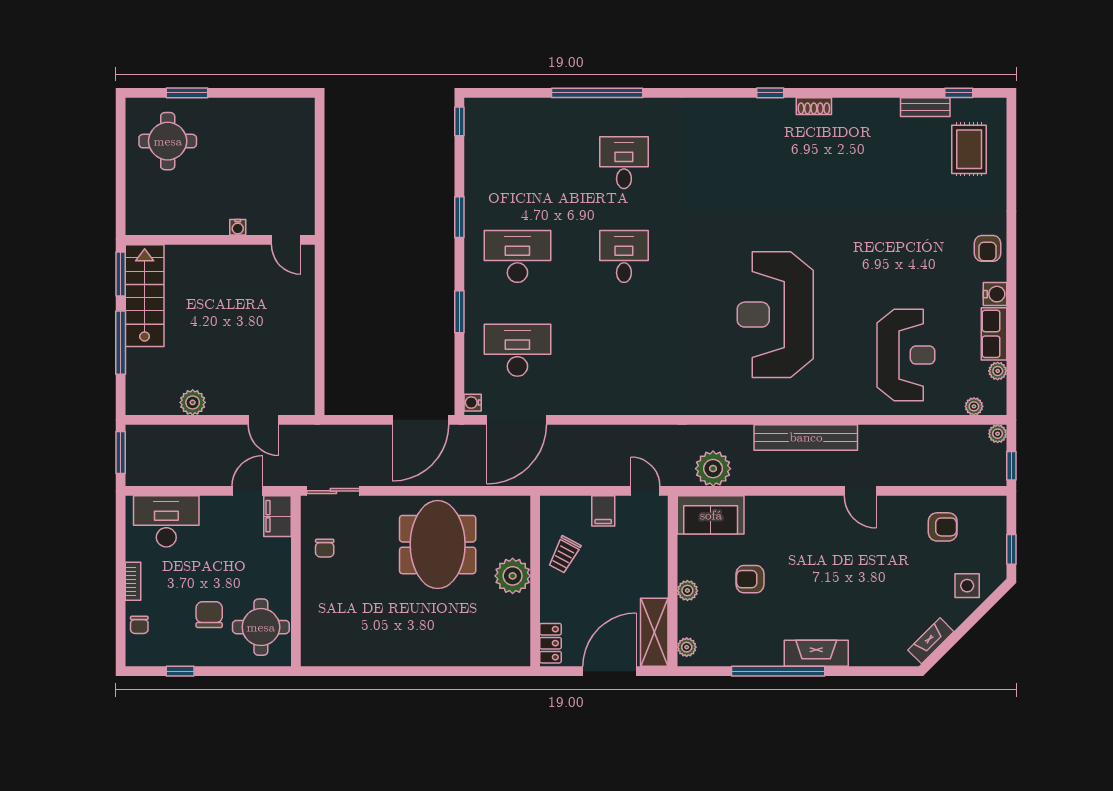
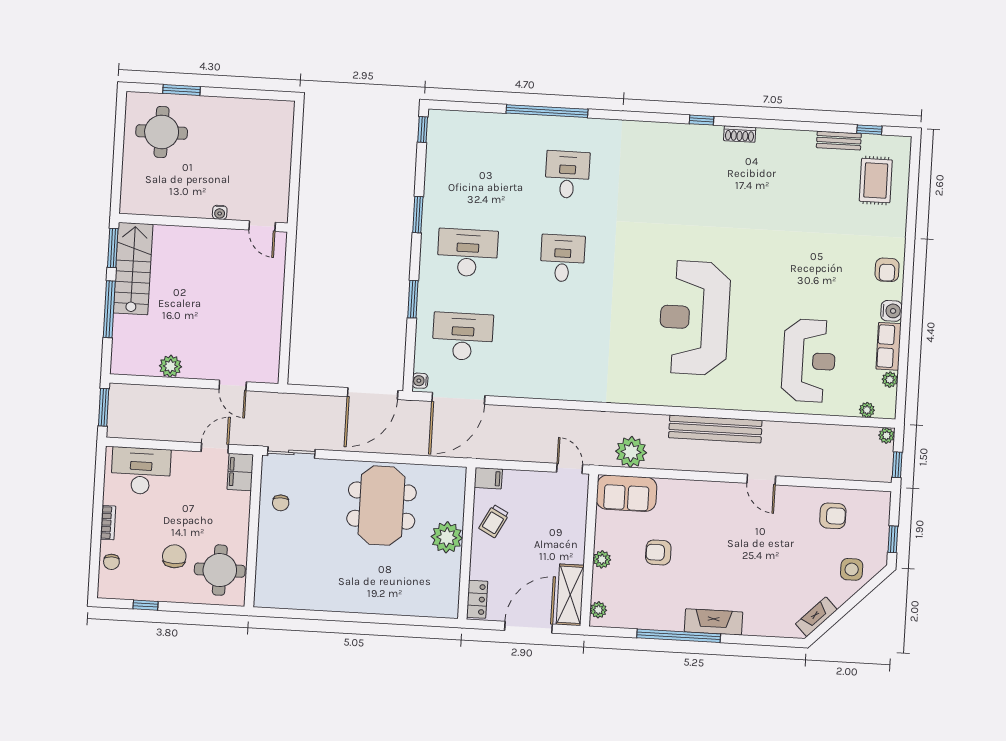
filing cabinet: (603, 511) -> (488, 478), moved, turned -90

